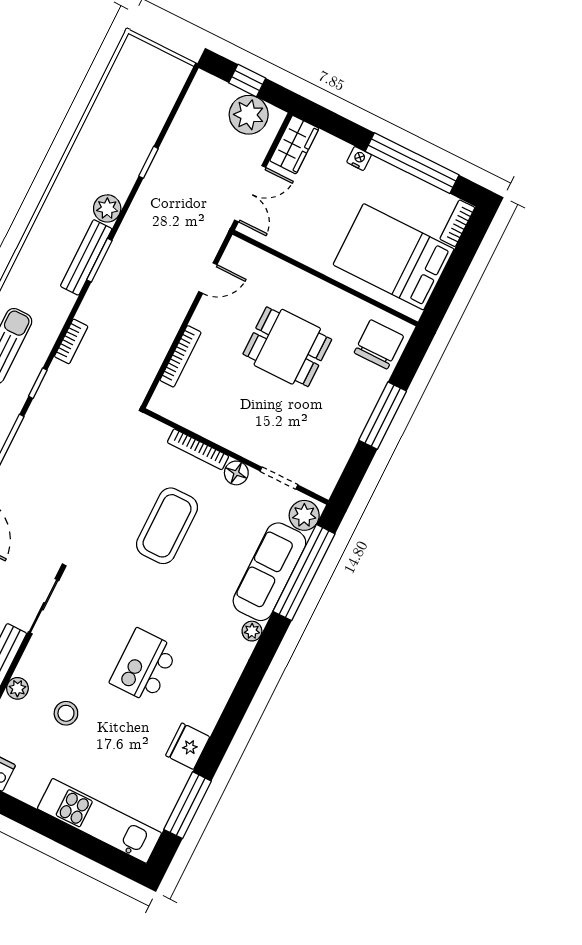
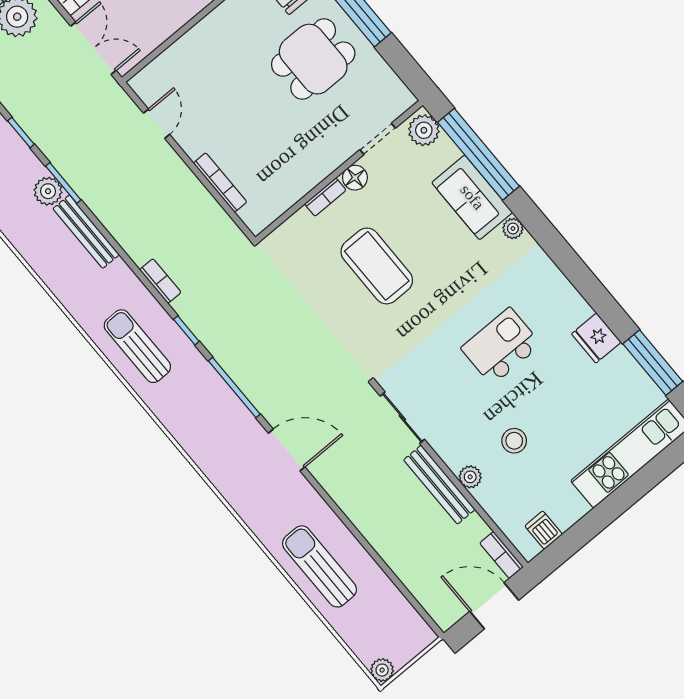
window: (99, 260) -> (63, 183), moved
dining table: (287, 347) -> (313, 59), moved
bookcase: (198, 449) -> (325, 197), width x0.64
sofa: (269, 572) -> (472, 197), width x0.73
kitchen island: (144, 666) -> (501, 346), turned 90

